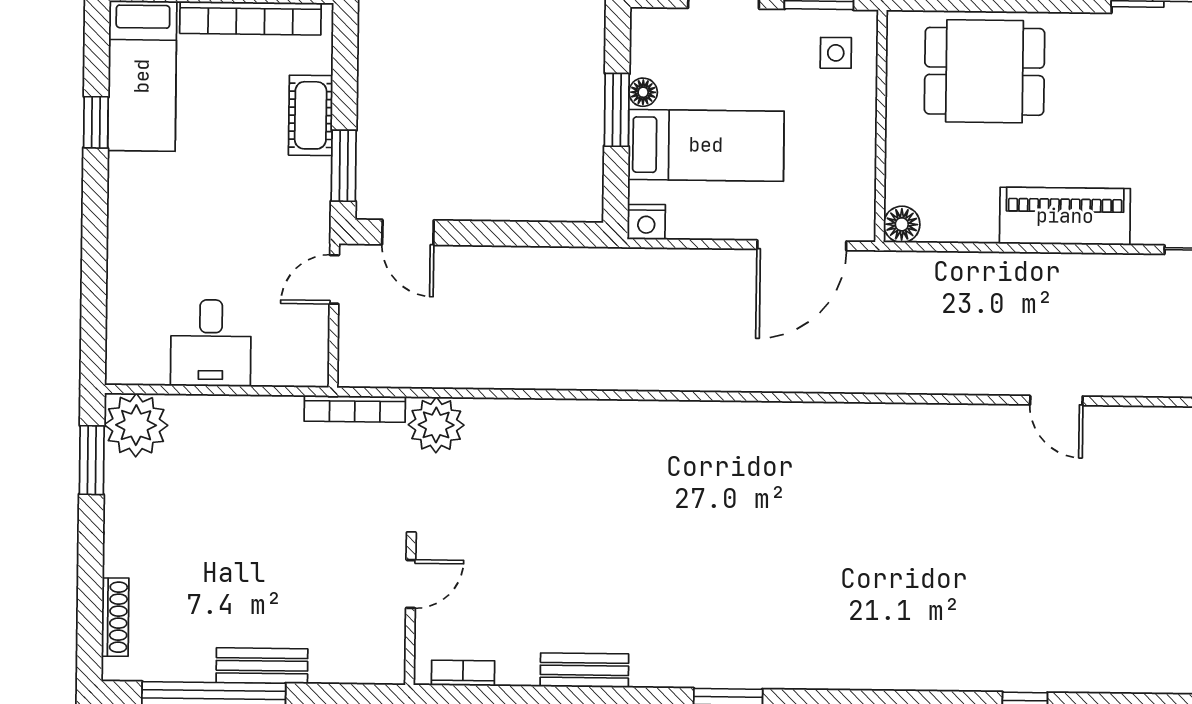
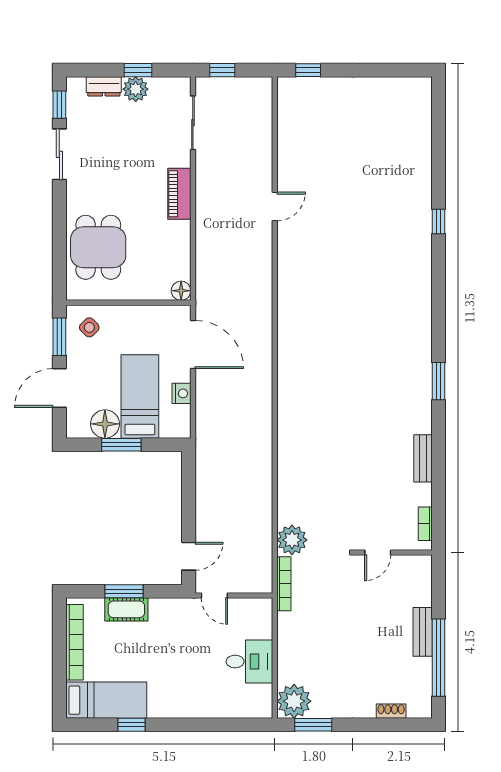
side table: (836, 53) -> (89, 327), turned 45
floor lamp: (643, 92) -> (105, 424), width x1.89, depth x1.89
window: (344, 166) -> (124, 591), moved
piano: (1065, 216) -> (179, 194), width x0.73, depth x0.75
nightstand: (646, 222) -> (181, 393), moved
door: (411, 584) -> (378, 552), swing flipped
shoe rack: (115, 617) -> (391, 711), width x0.70

